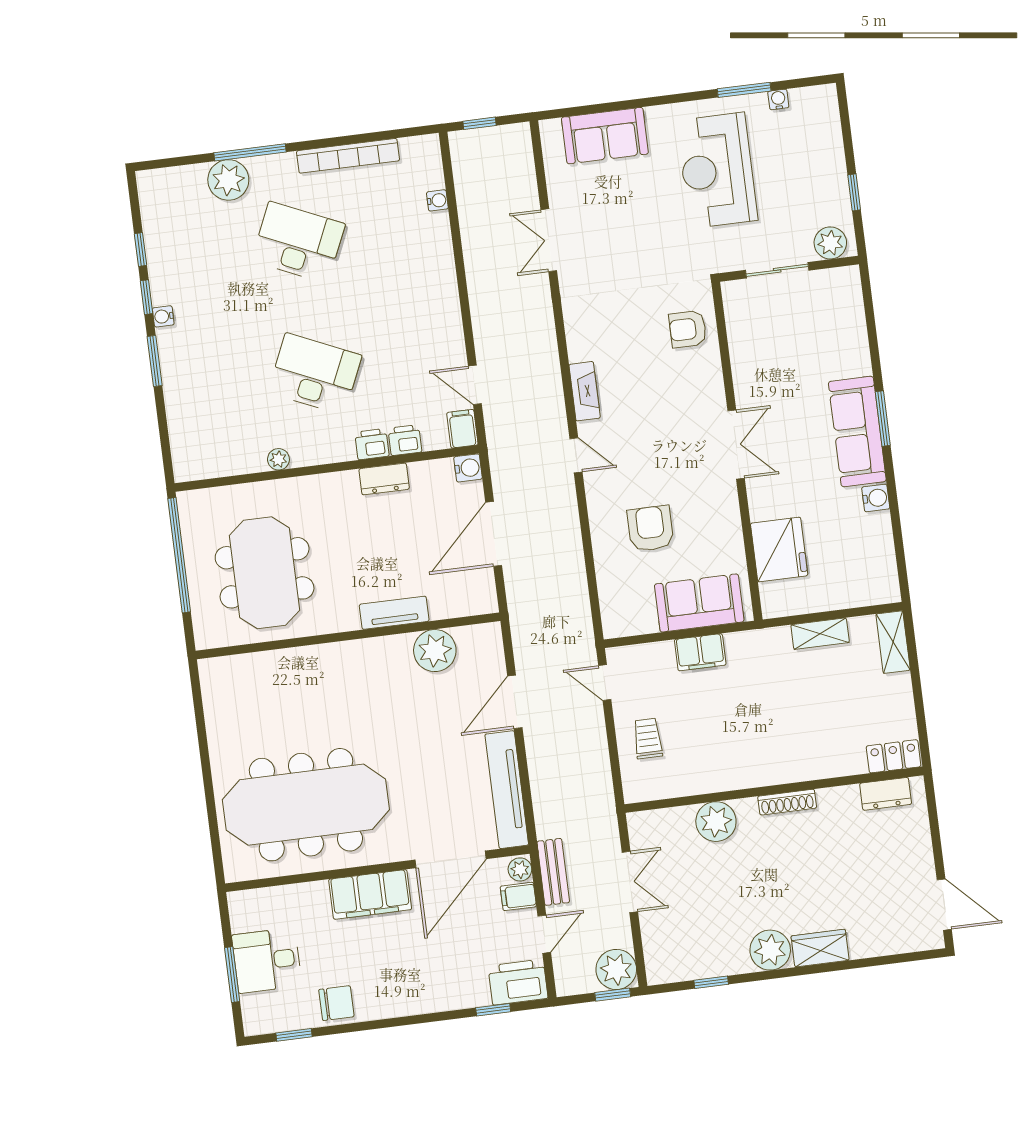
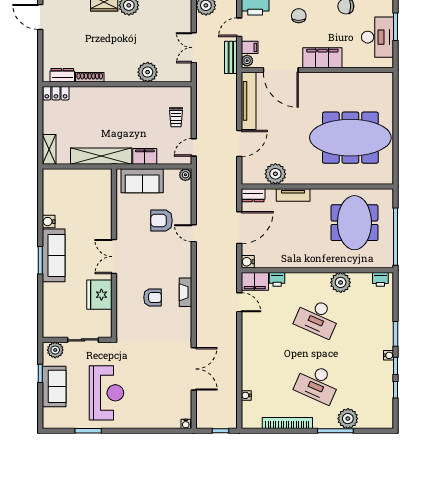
water cooler: (778, 99) -> (186, 424), moved
sofa: (605, 136) -> (54, 386), moved, turned 90
double door: (549, 240) -> (194, 369), width x1.37
armchair: (688, 329) -> (153, 297), moved
filing cabinet: (462, 429) -> (255, 281), width x2.00
printer: (372, 444) -> (380, 279), moved
door: (576, 455) -> (194, 233), moved
plant: (278, 459) -> (341, 282), width x1.88, depth x1.88
dresser: (384, 479) -> (253, 195), moved, turned 180
armchair: (650, 528) -> (162, 221), turned 90
fridge: (779, 549) -> (99, 295), moved
plant: (614, 626) -> (185, 175), added
shelving: (820, 634) -> (101, 156), width x2.20, depth x1.33
door: (605, 683) -> (194, 147), swing flipped
shoe rack: (787, 802) -> (90, 77), moved
meeting table: (306, 805) -> (350, 138), moved
door: (450, 859) -> (281, 70), swing flipped
desk: (267, 960) -> (377, 37), width x1.37
chair: (428, 972) -> (299, 16), added

